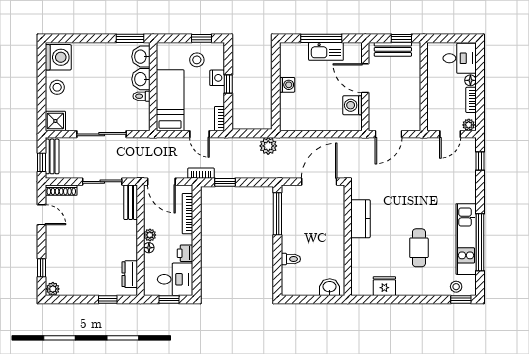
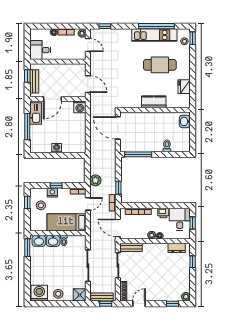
kitchen sink: (326, 51) -> (36, 113), moved
desk: (460, 58) -> (40, 50), moved, turned -90
washing machine: (353, 105) -> (80, 107), moved
plant: (268, 146) -> (95, 180), moved
door: (161, 182) -> (118, 228), swing flipped
kitchen counter: (361, 219) -> (154, 102), moved
cafe table: (419, 248) -> (160, 65), width x1.37, depth x1.35

